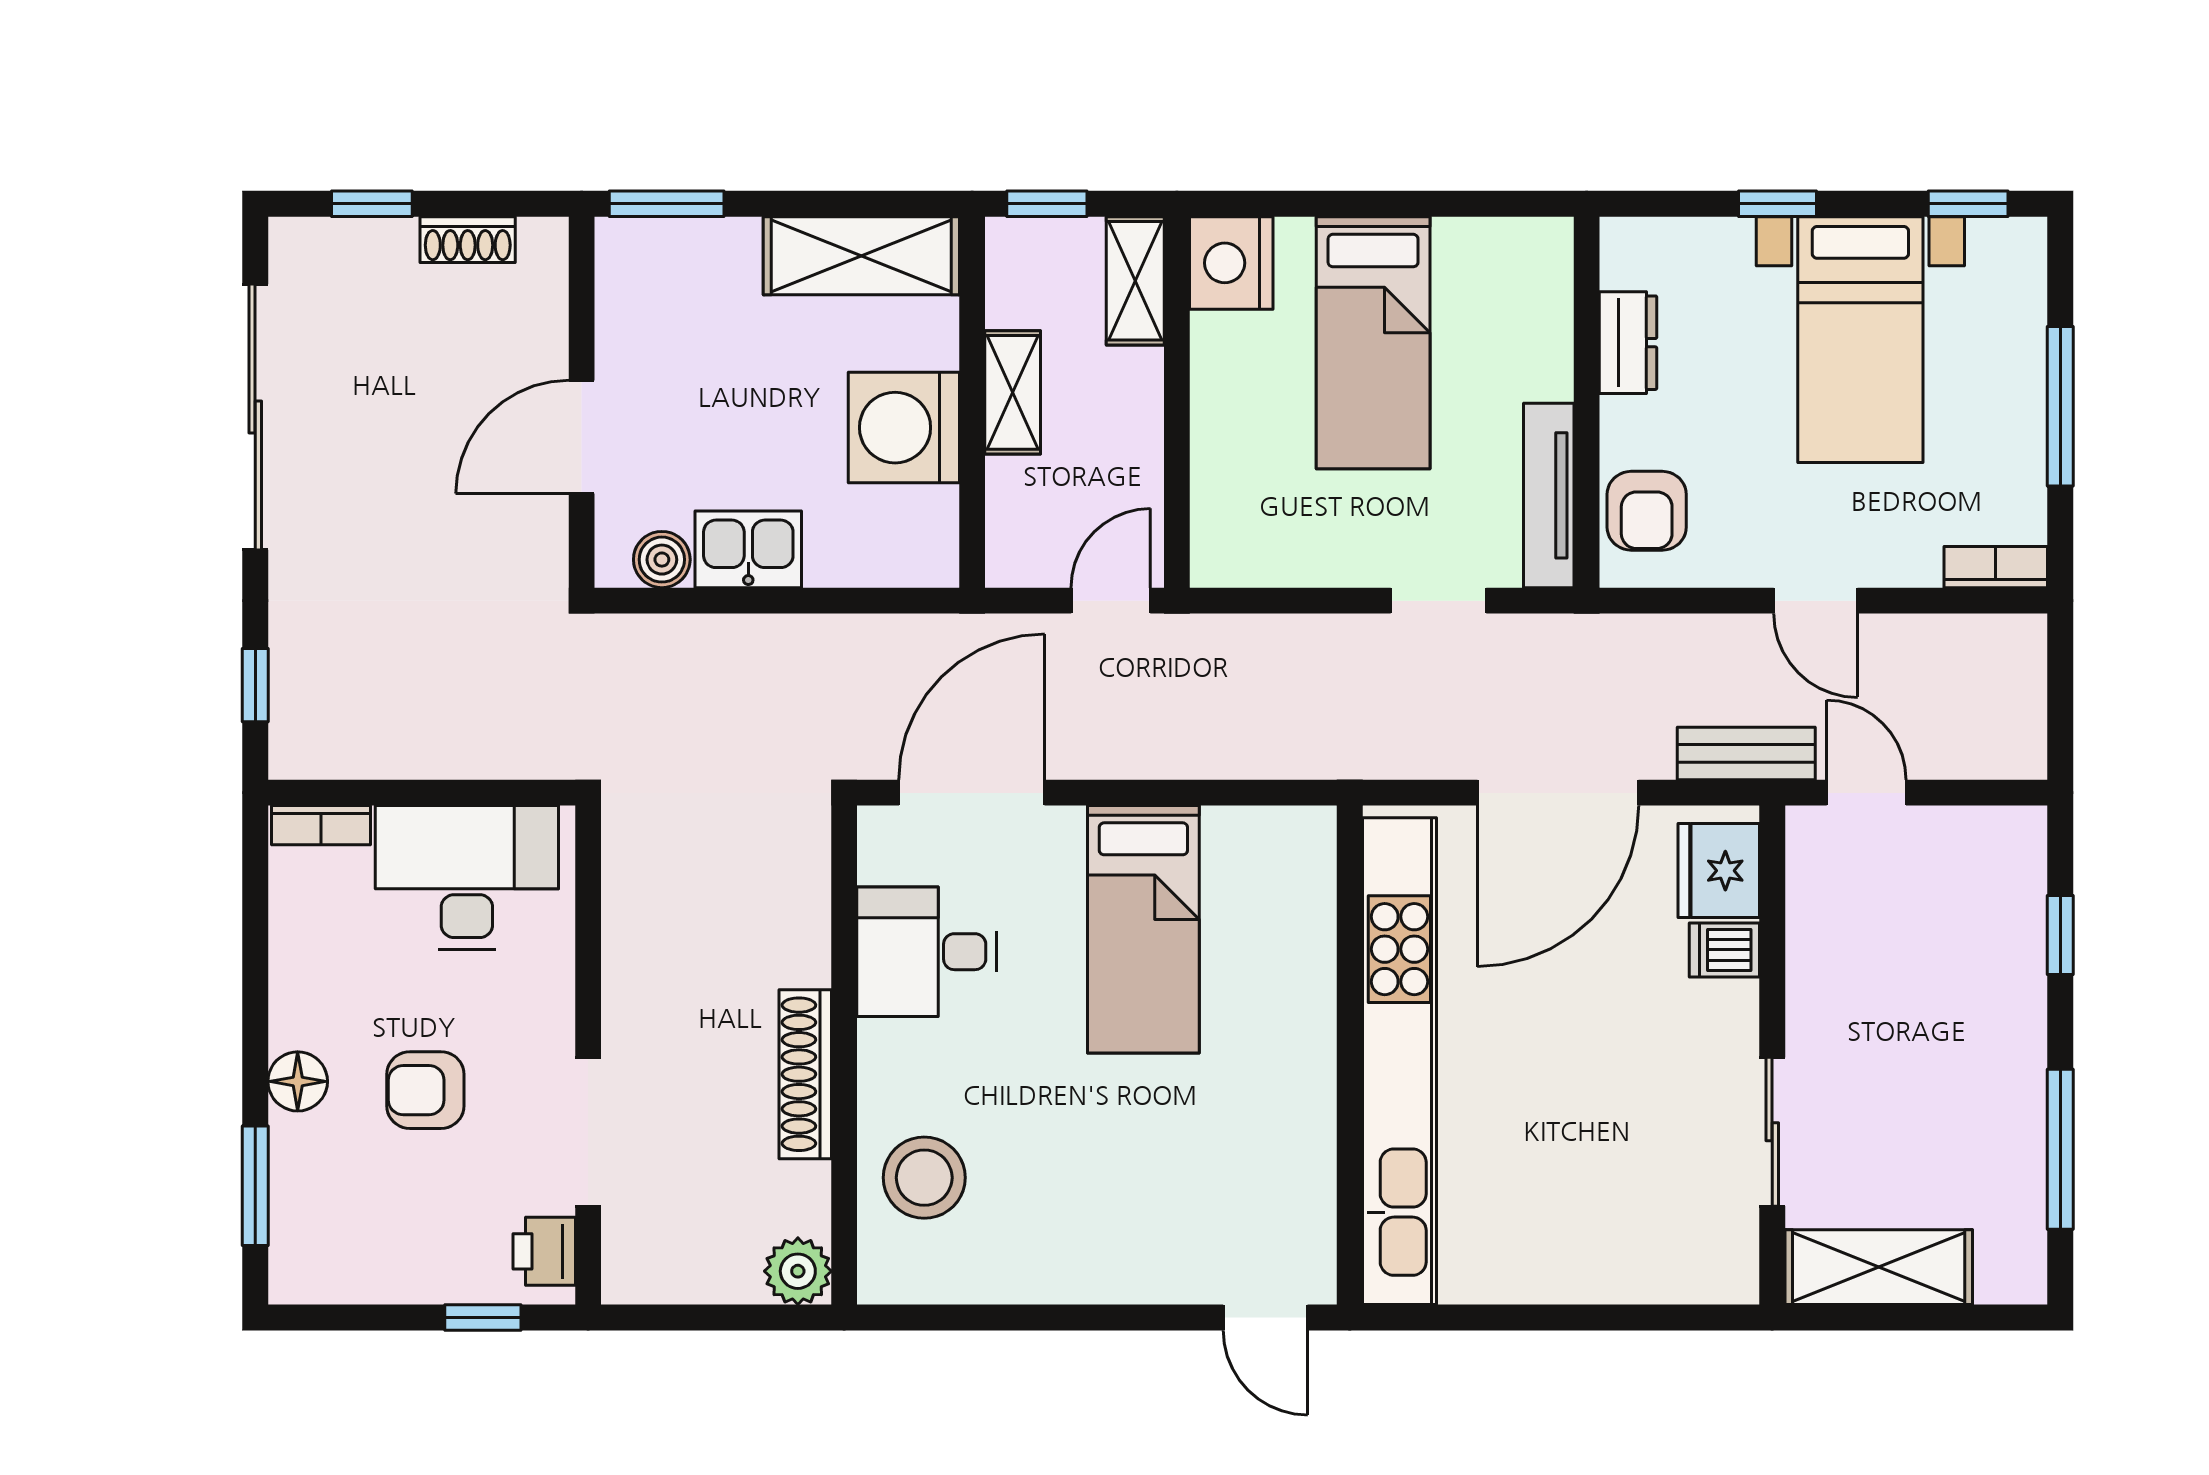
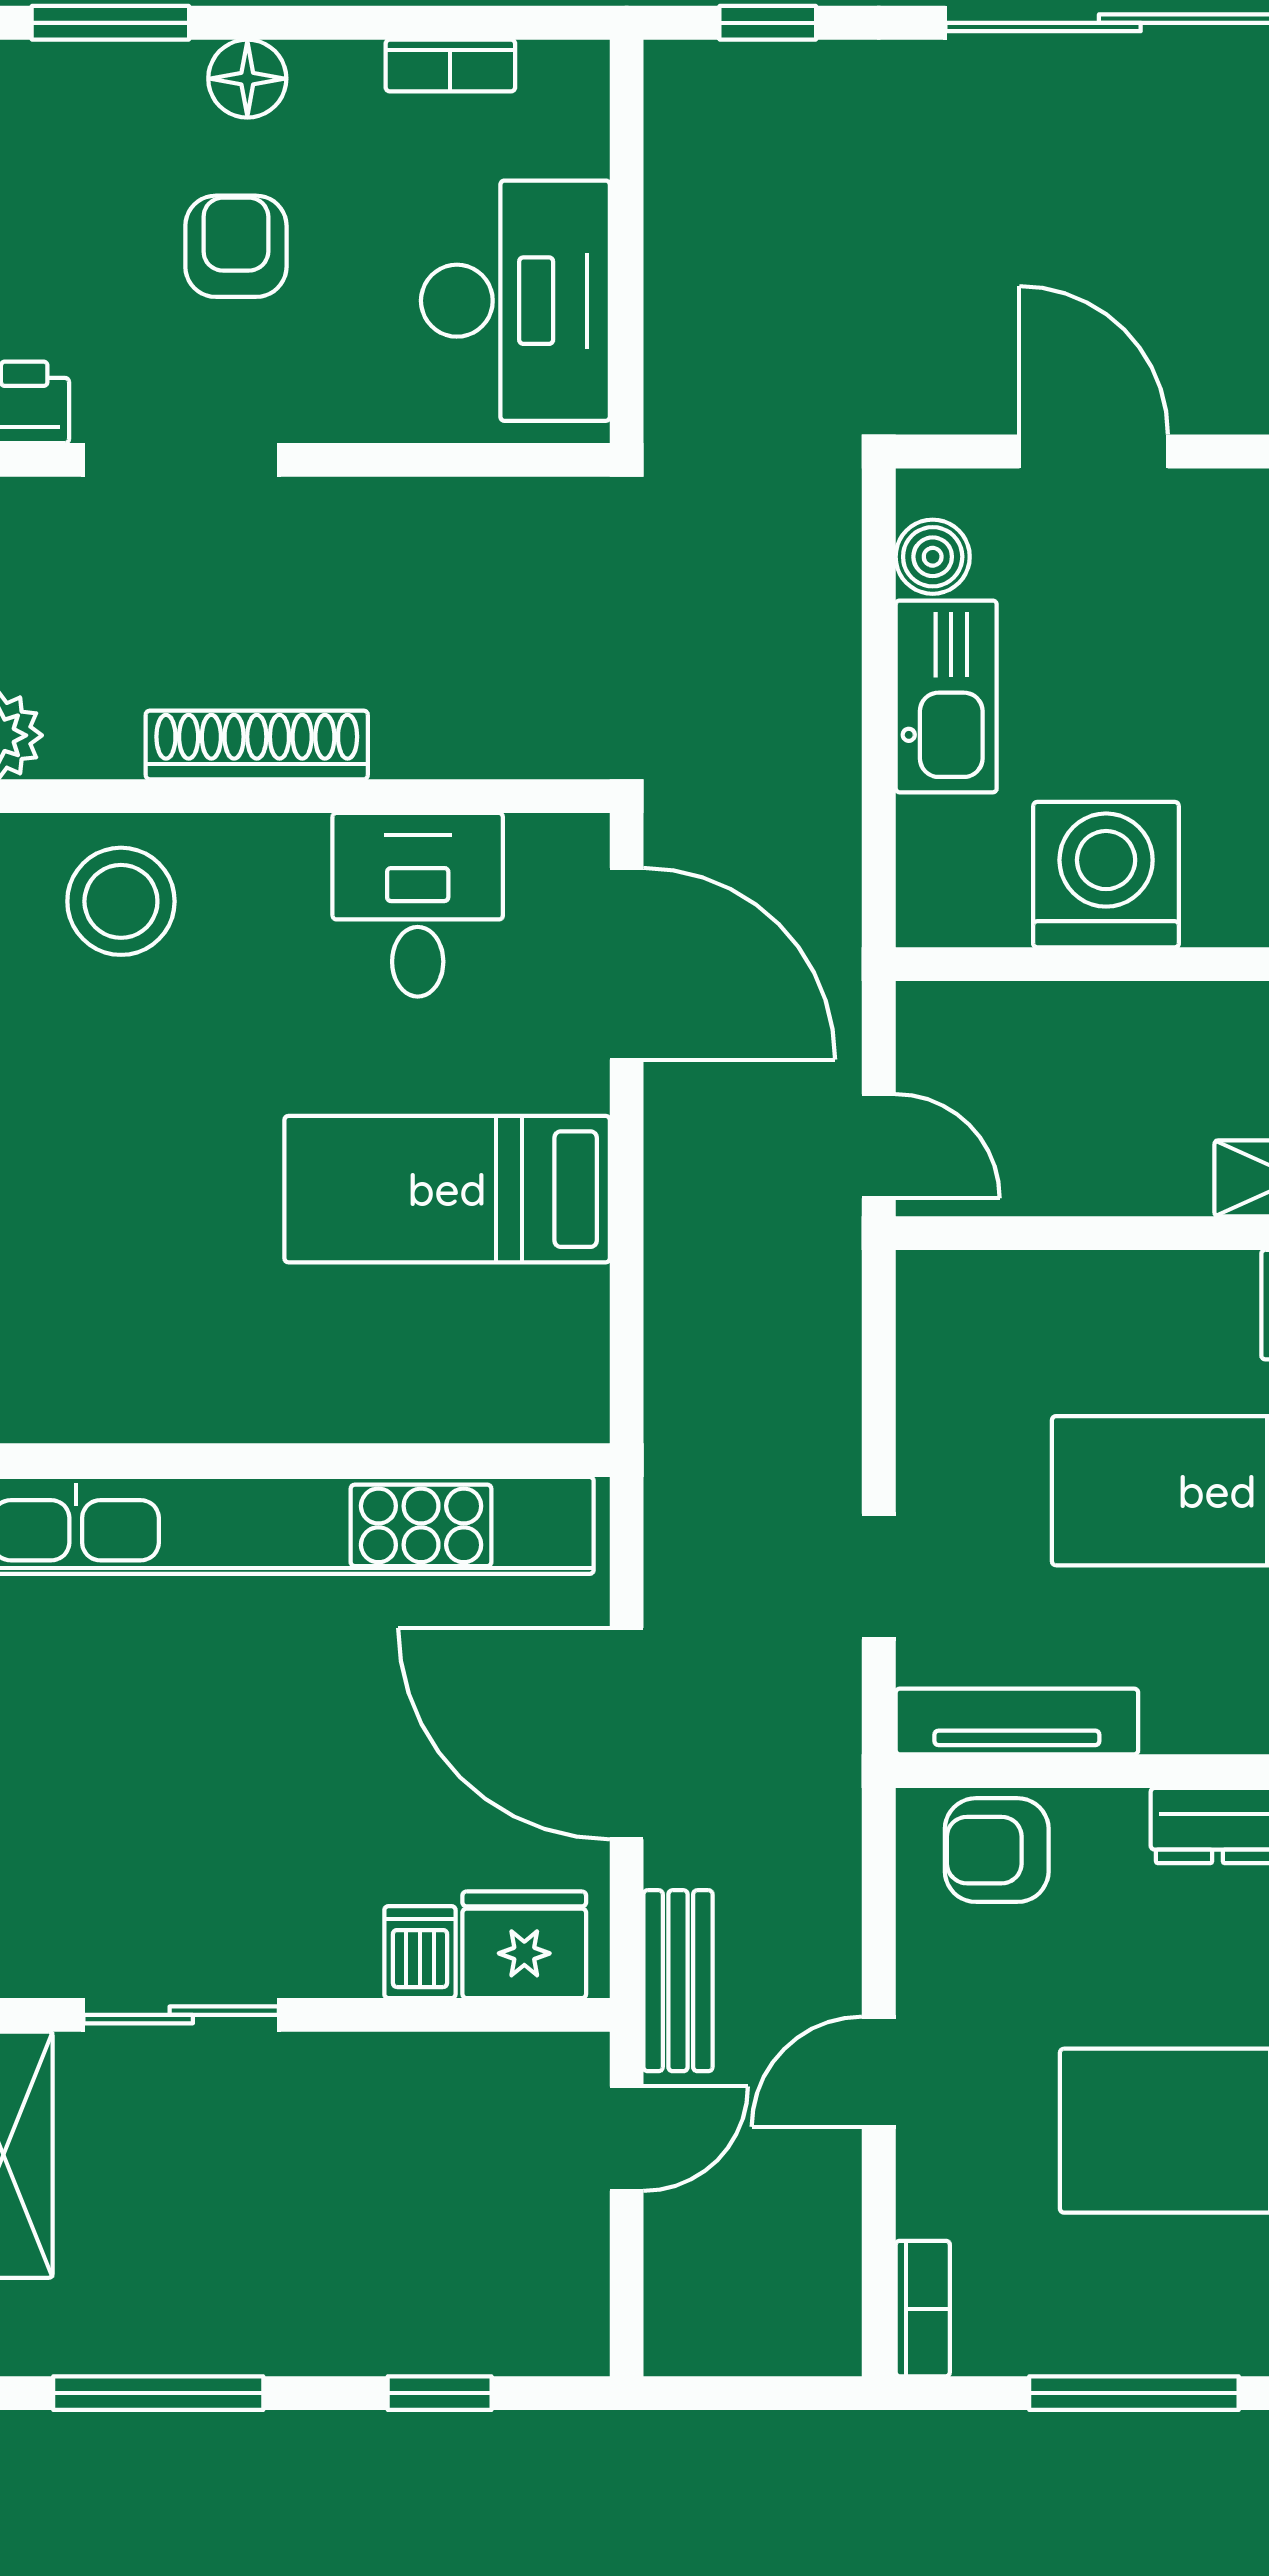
shelving: (1013, 392) -> (1152, 1017), removed
kitchen sink: (748, 549) -> (946, 696), width x1.38
bookcase: (321, 825) -> (450, 65), moved, turned -90

